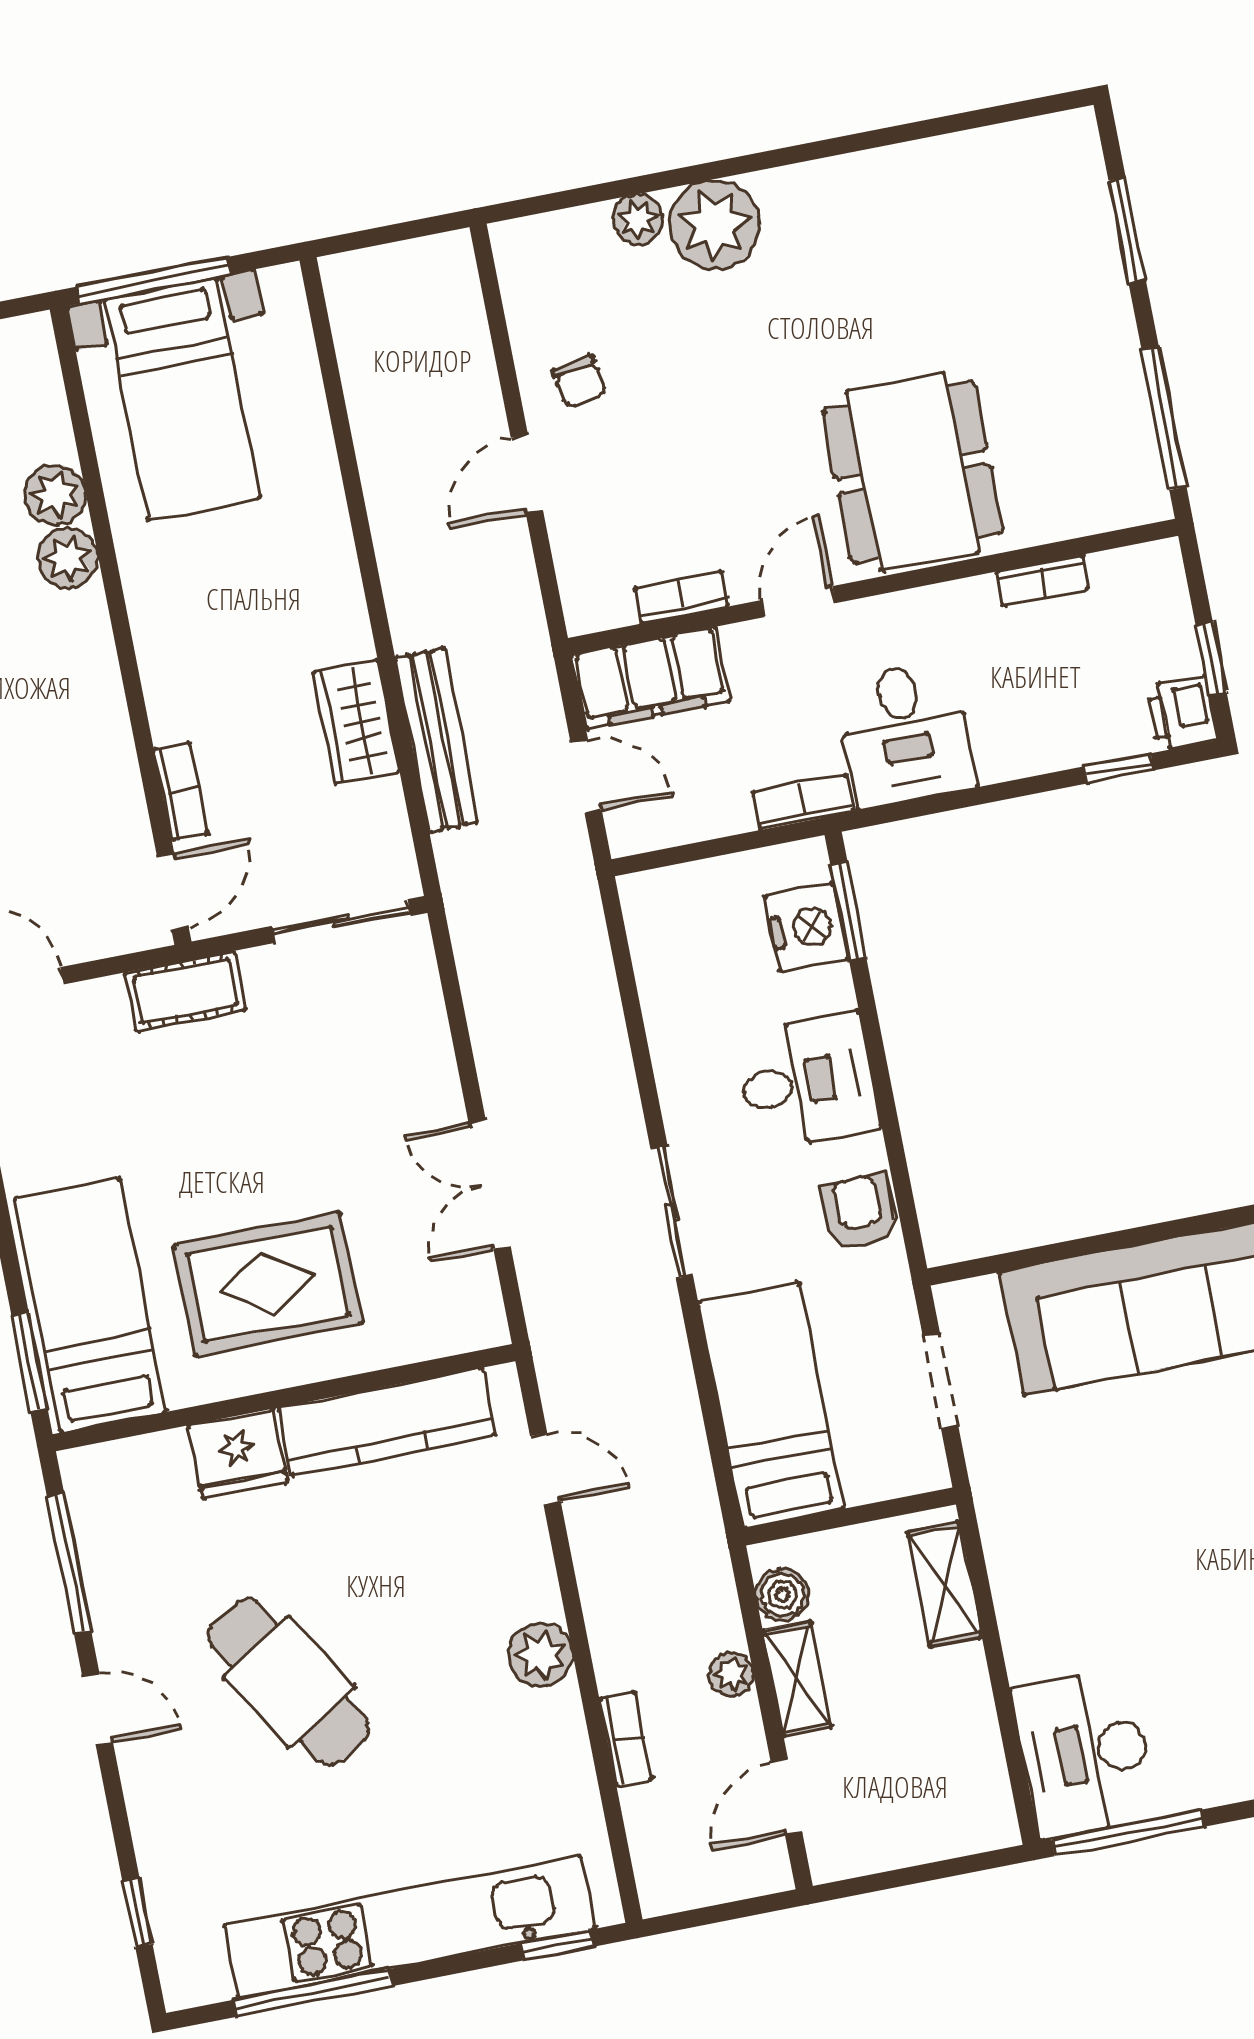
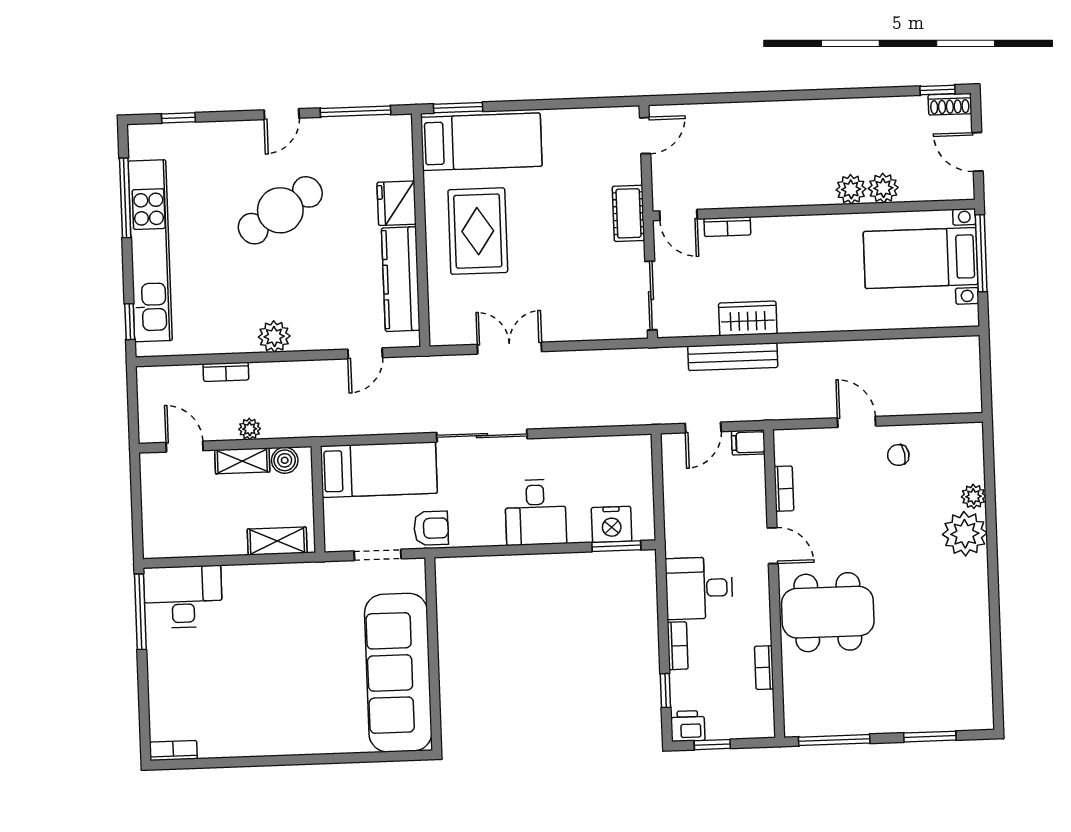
filing cabinet: (651, 678) -> (748, 442), width x0.33, depth x0.86
bookcase: (803, 802) -> (678, 646), moved
sliding door: (672, 1212) -> (482, 436), width x1.37
armchair: (859, 1212) -> (431, 528), moved

